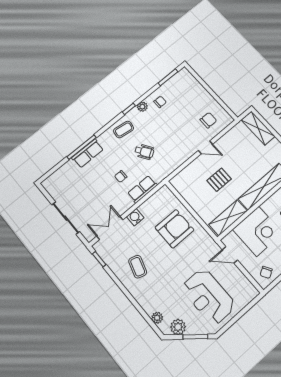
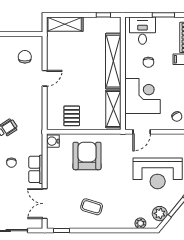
pallet: (219, 180) -> (72, 116), moved
row of seats: (142, 189) -> (36, 169), moved
water cooler: (135, 217) -> (53, 141), moved

